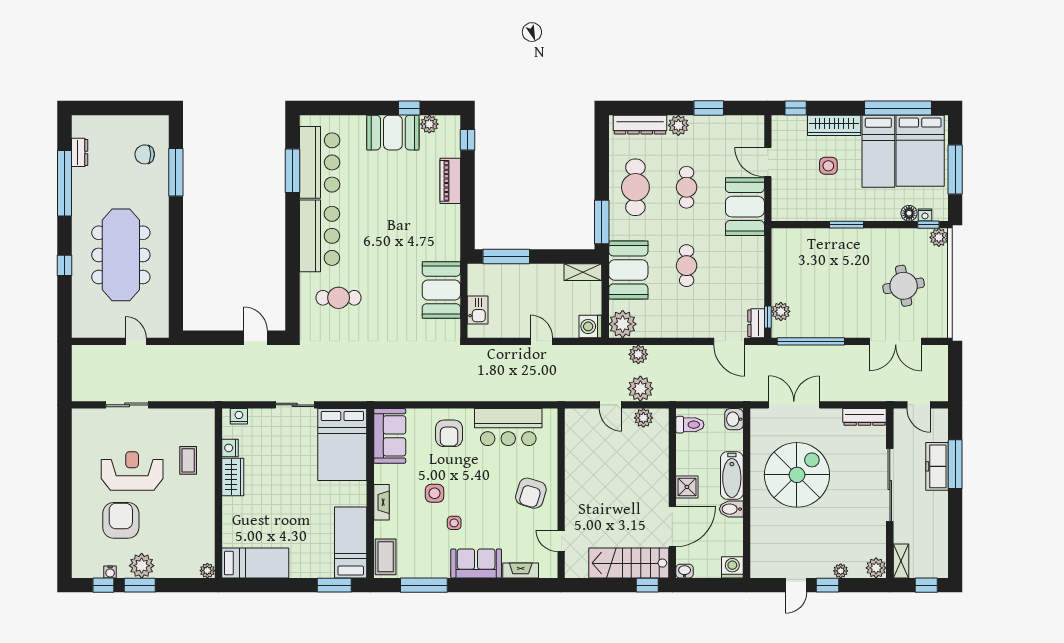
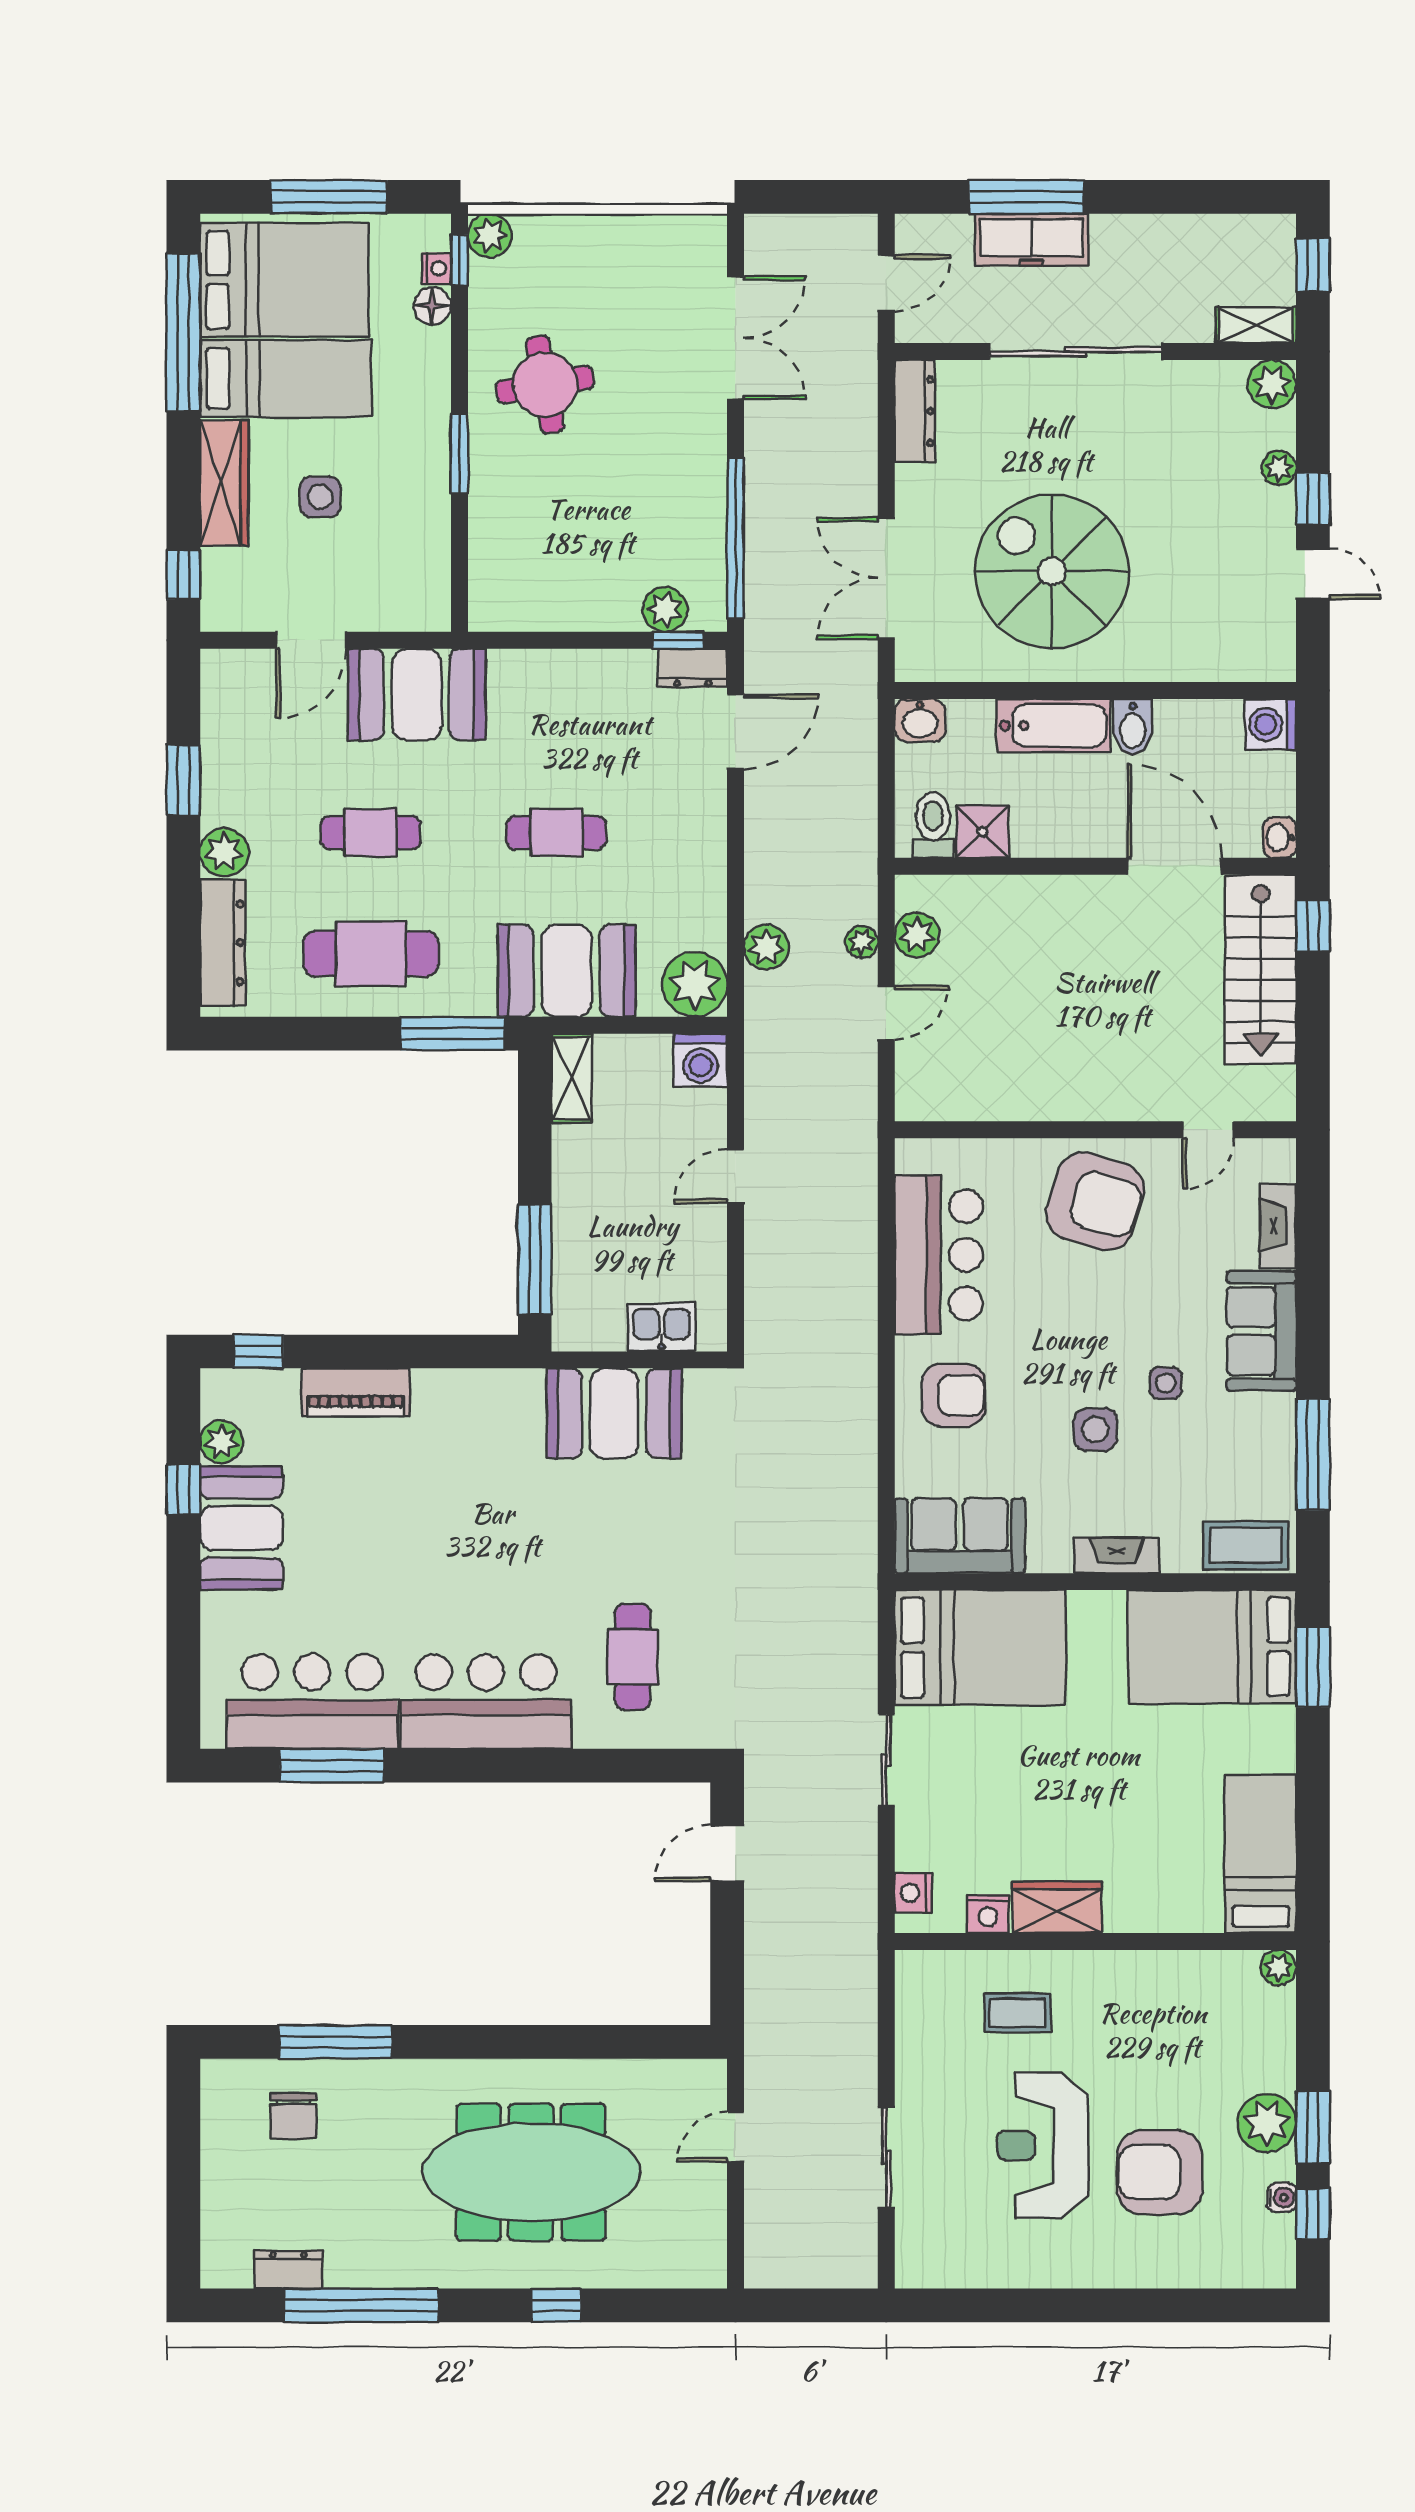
round table: (904, 286) -> (545, 385), moved
plant: (640, 389) -> (862, 942), width x0.53, depth x0.53
shower: (687, 487) -> (982, 832), moved
armchair: (531, 493) -> (1095, 1201), width x1.36, depth x1.36
bed: (351, 542) -> (1212, 1647), width x1.50

